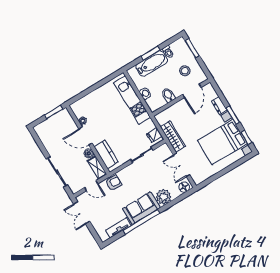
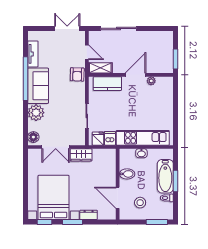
dishwasher: (148, 126) -> (110, 138), added
wardrobe: (173, 136) -> (81, 155), width x0.67
boiler: (89, 153) -> (118, 68), removed
double door: (181, 165) -> (56, 147), swing flipped
door: (91, 186) -> (87, 52), swing flipped

